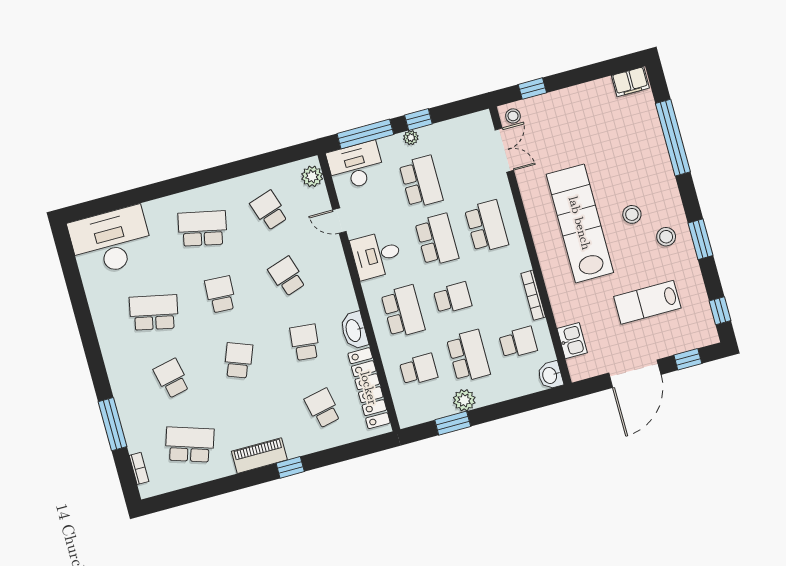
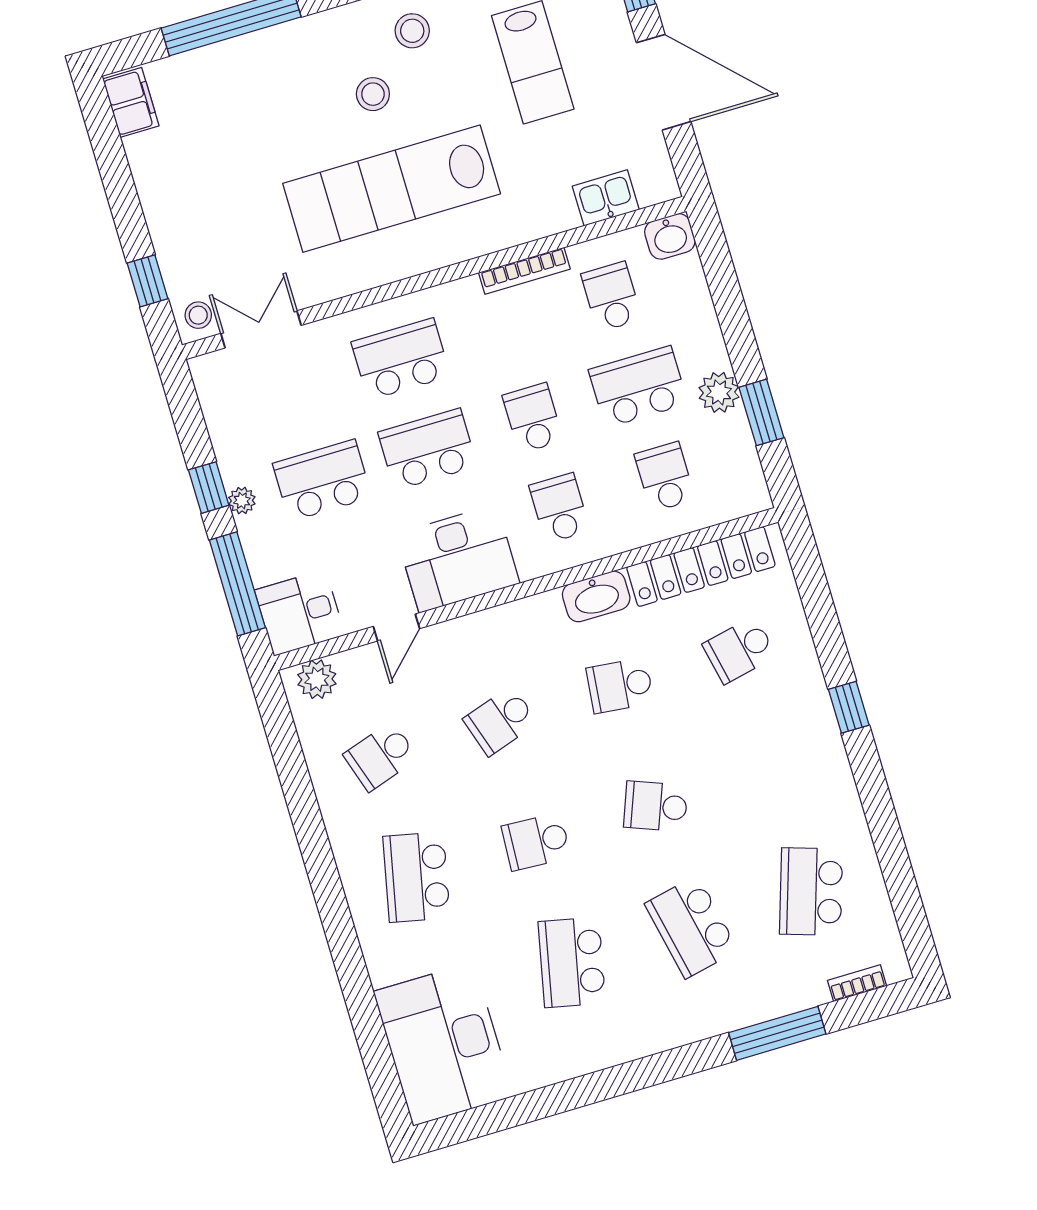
desk: (356, 166) -> (300, 613), width x0.73
desk: (376, 255) -> (458, 559), width x1.37
school desk: (403, 311) -> (560, 508), width x0.54
school desk: (172, 378) -> (691, 927), width x1.85
piano: (259, 456) -> (829, 764), removed

